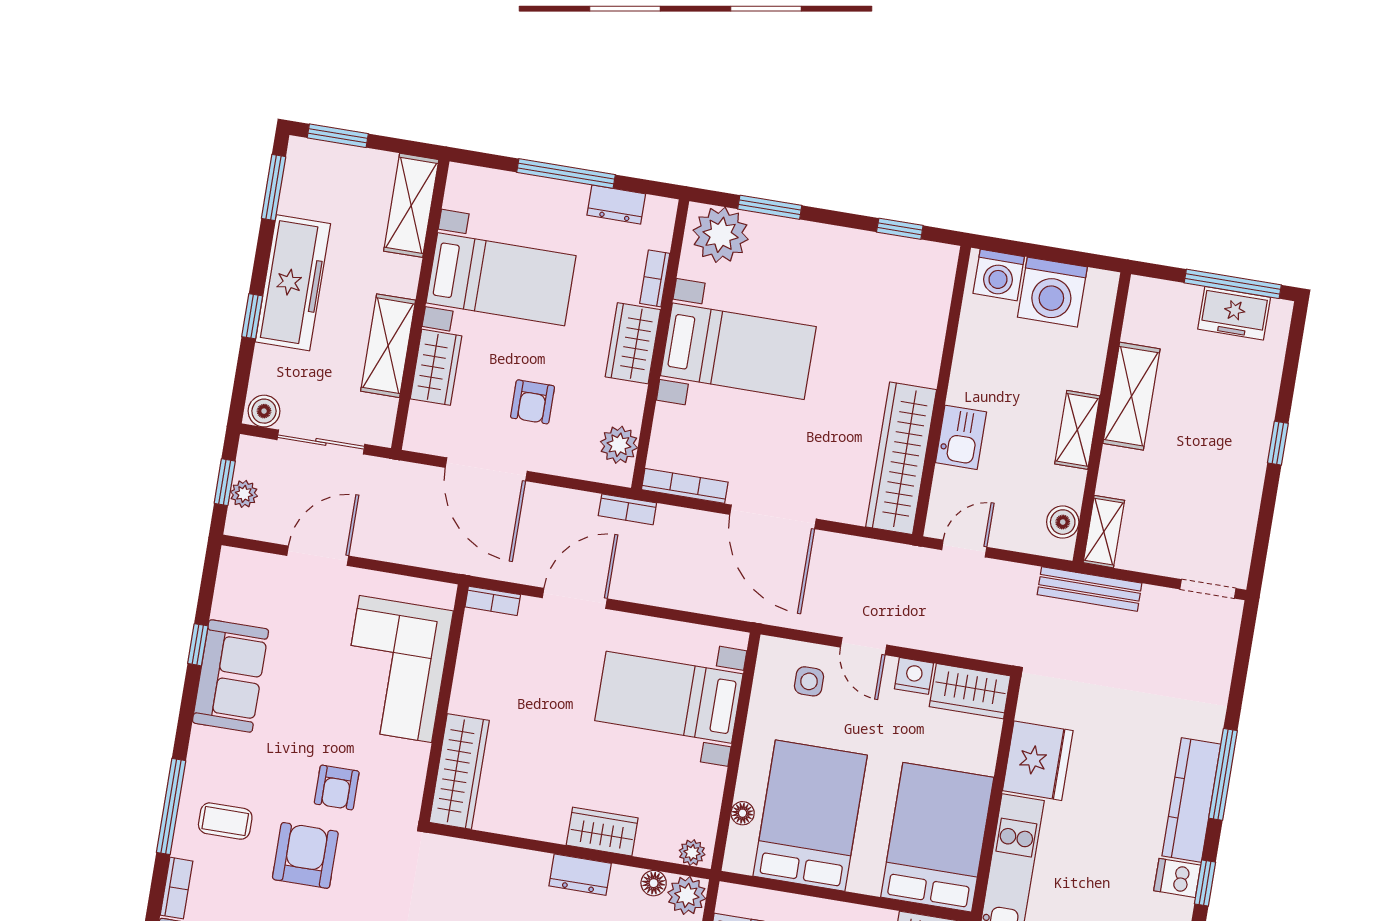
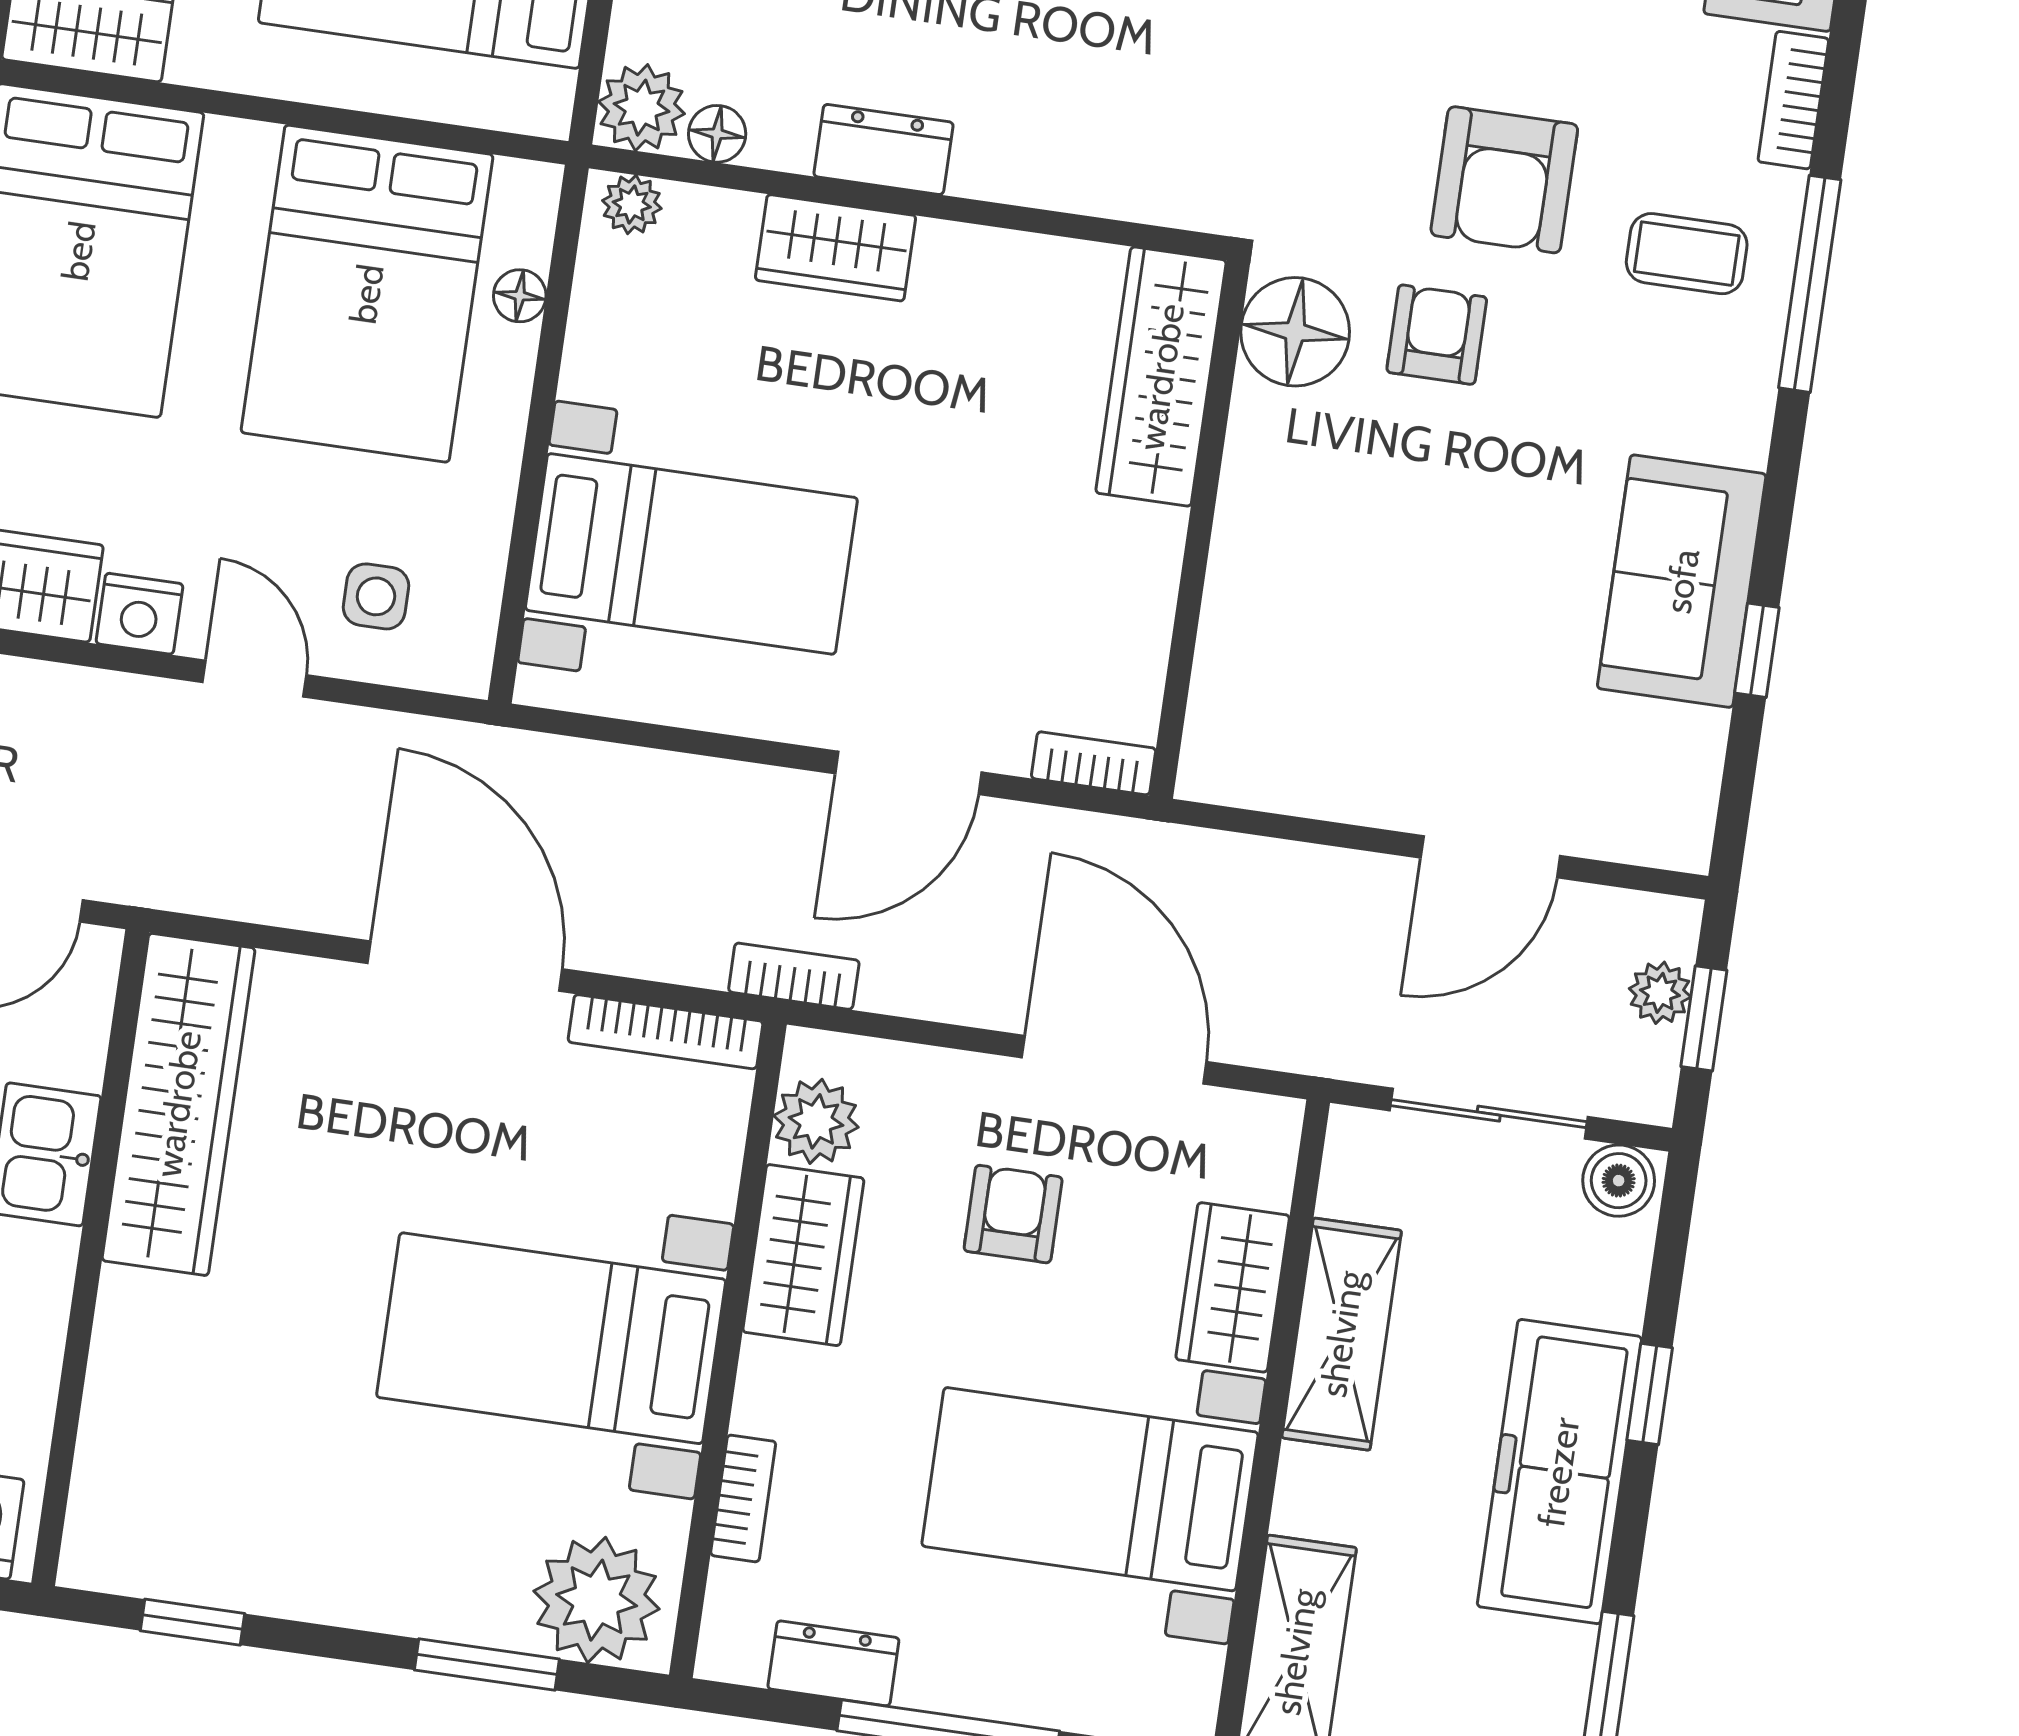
wardrobe: (633, 343) -> (803, 1255), moved
corner sofa: (396, 669) -> (1310, 605), removed
floor lamp: (399, 790) -> (1295, 332), added

